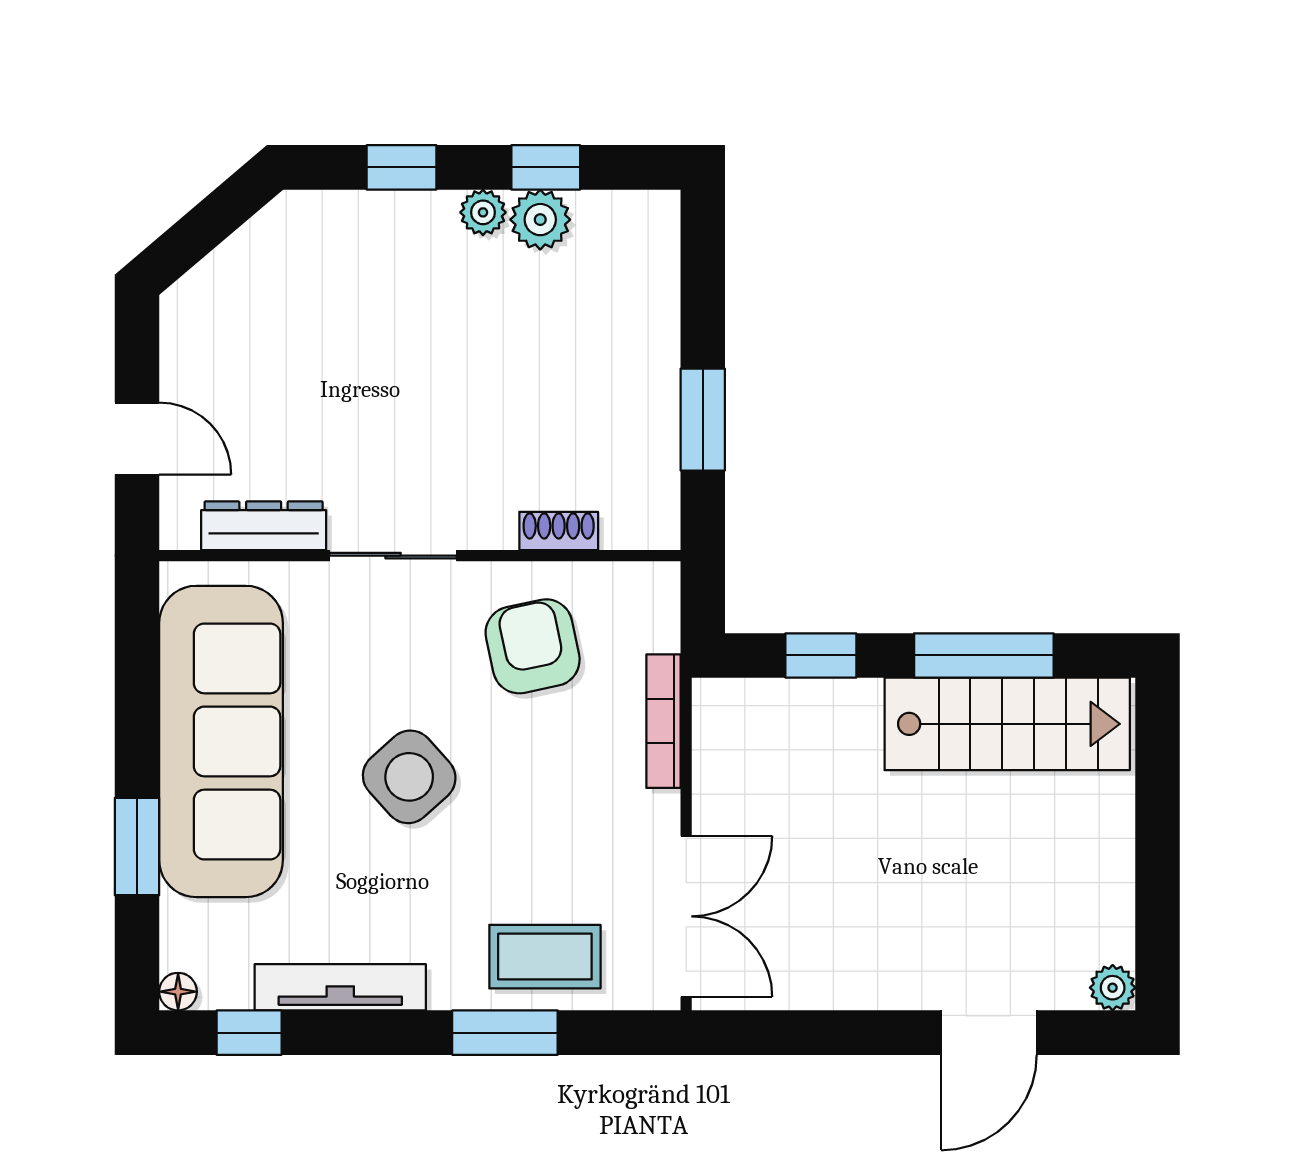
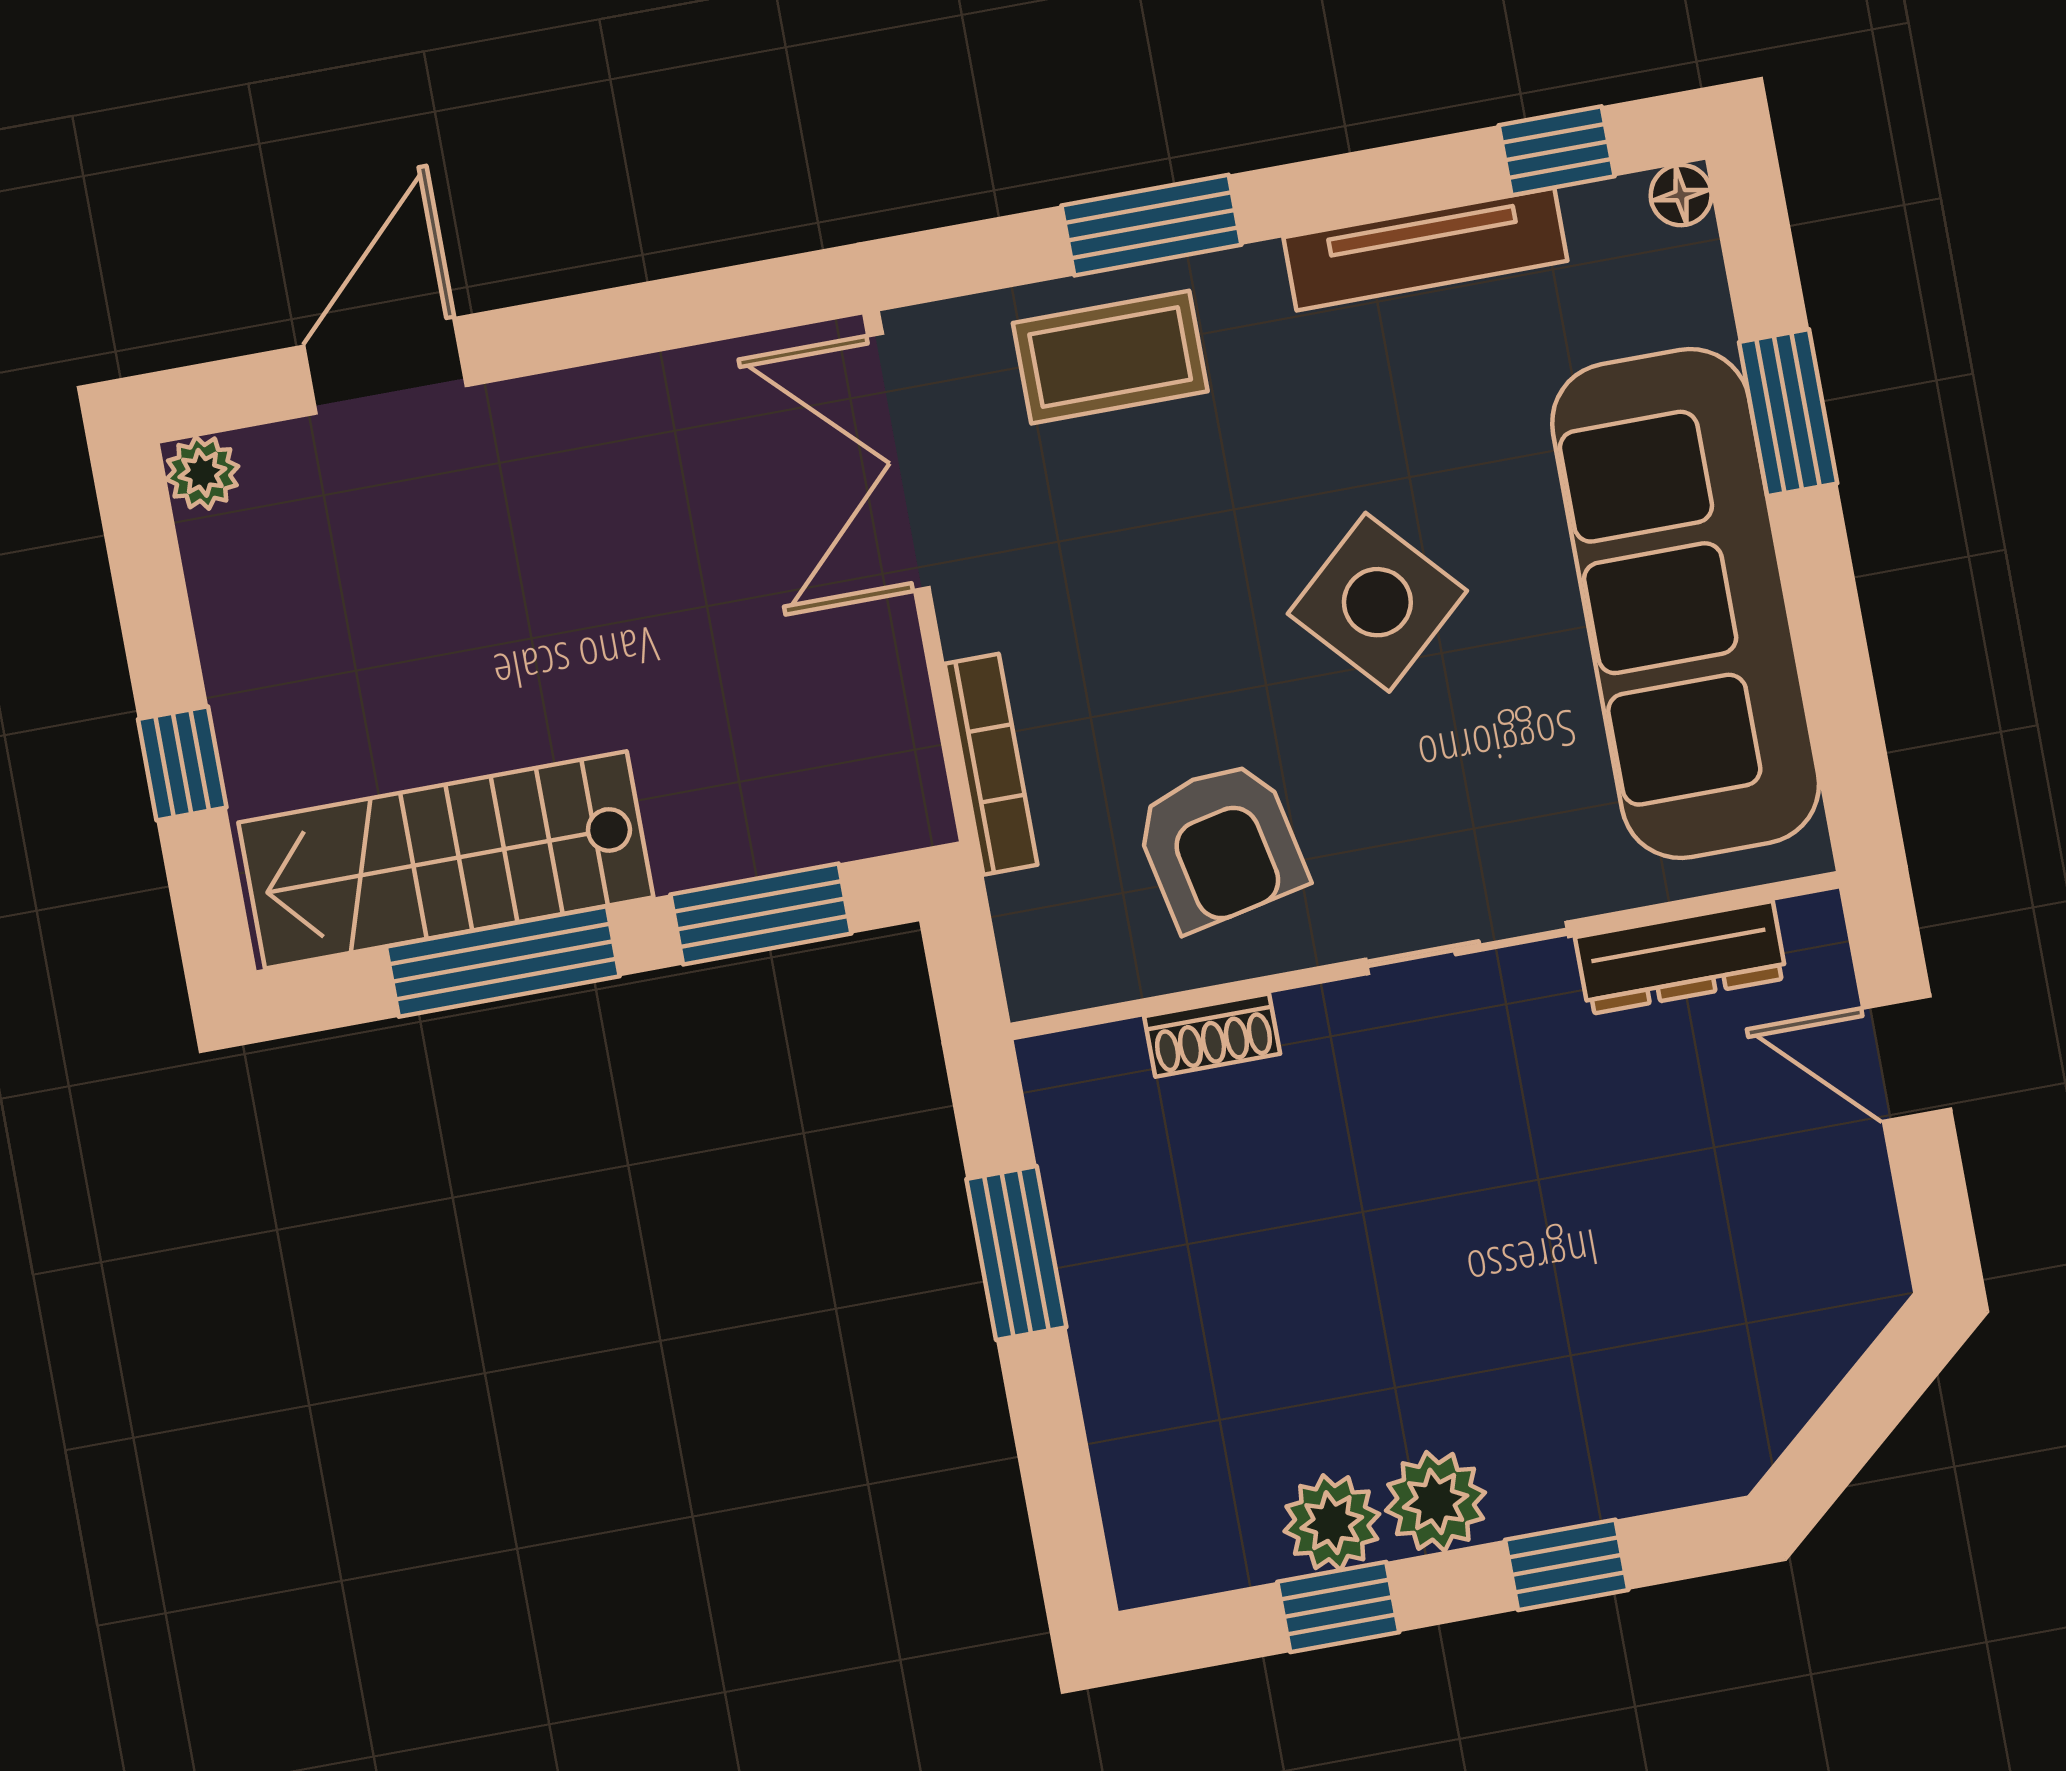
plant: (483, 212) -> (1436, 1501), width x1.38, depth x1.38
window: (821, 655) -> (761, 914), width x1.50
window: (1157, 812) -> (182, 763), added

